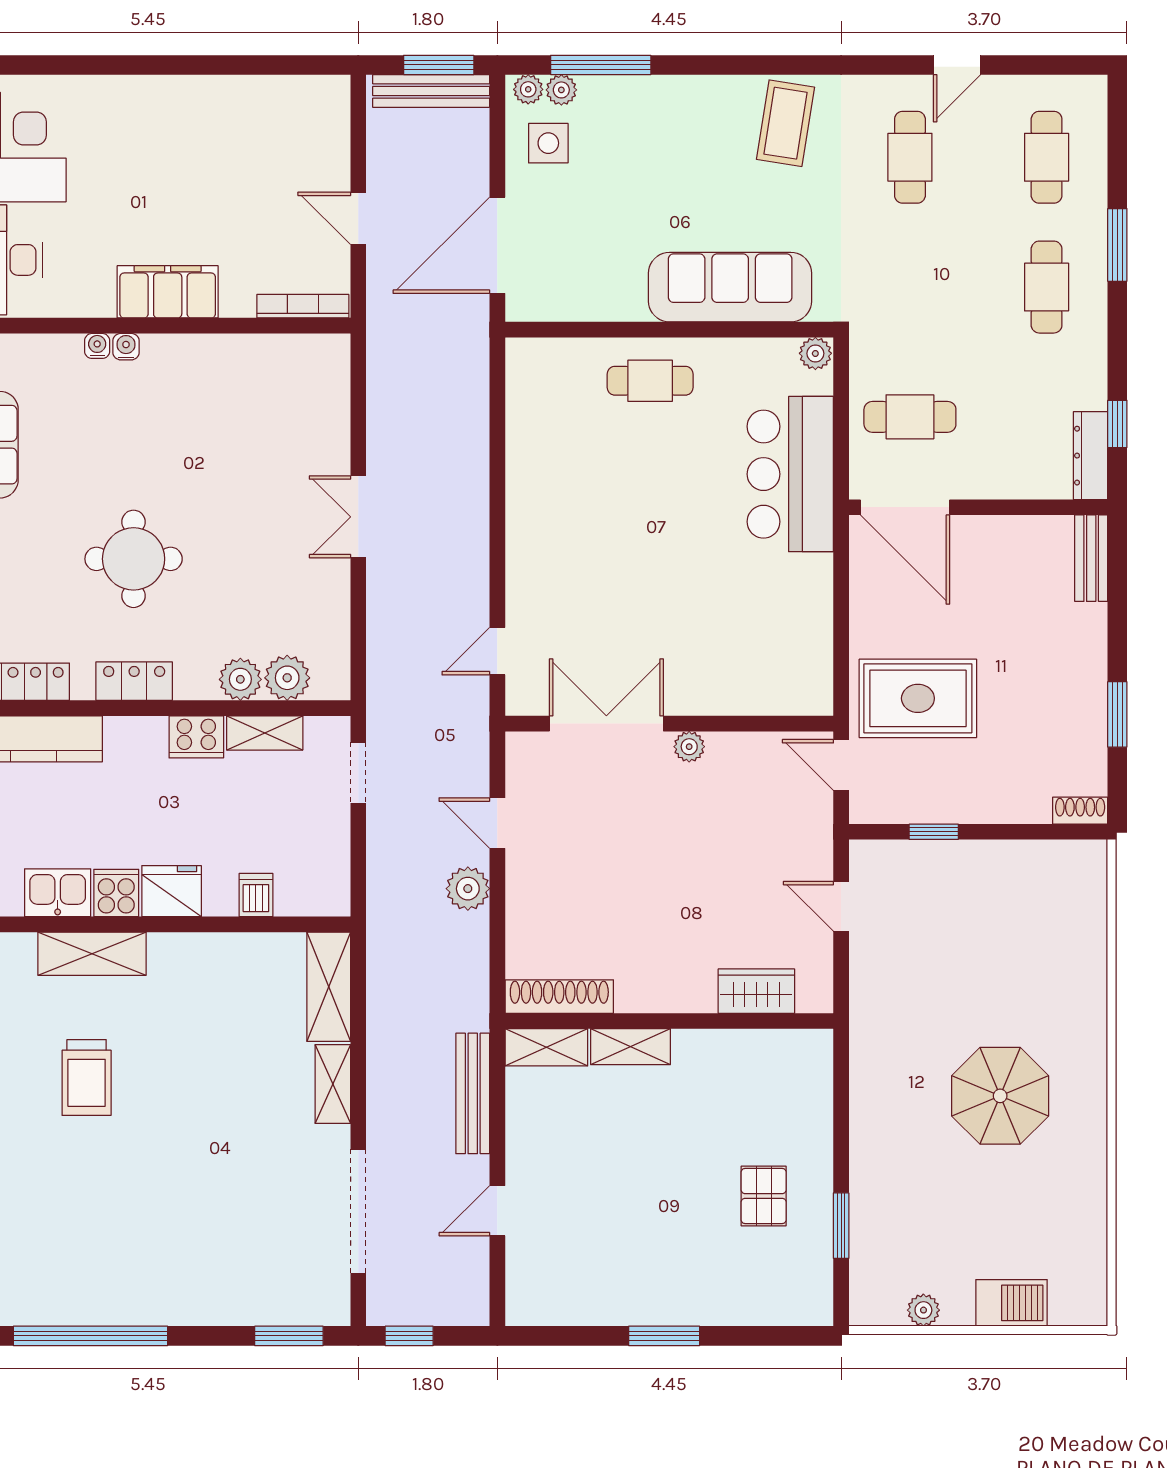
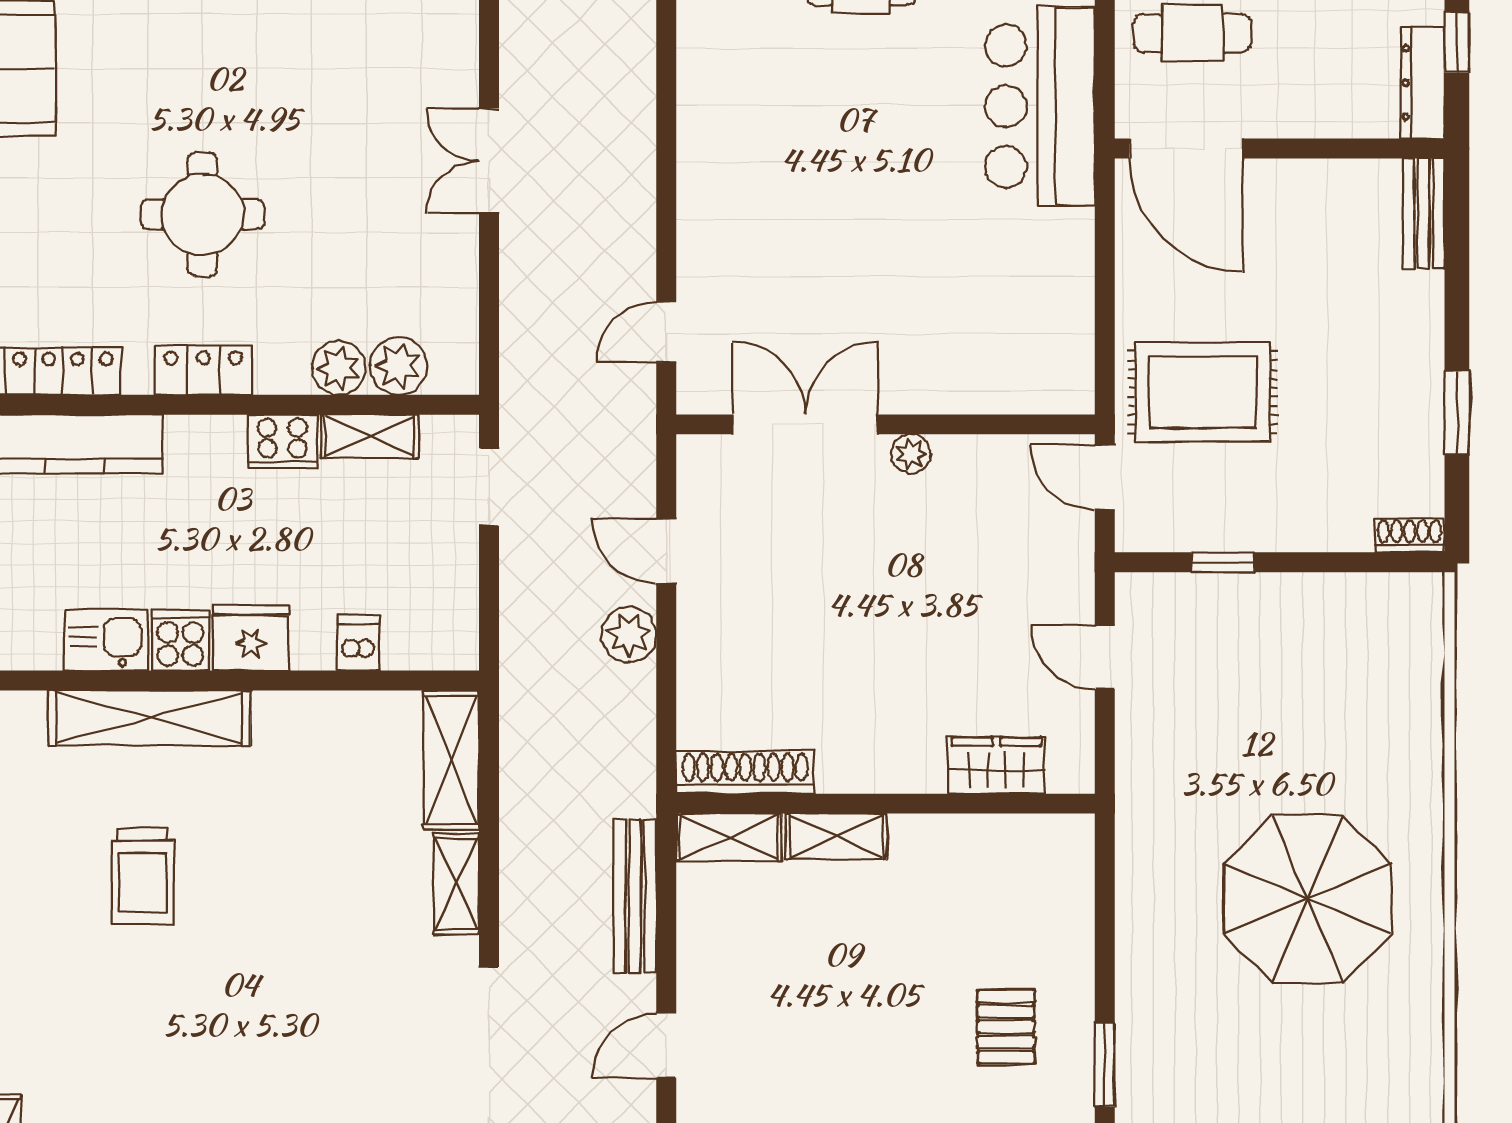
shelving: (92, 954) -> (149, 718), width x1.47
parasol: (1000, 1096) -> (1307, 899), width x1.36, depth x1.36

